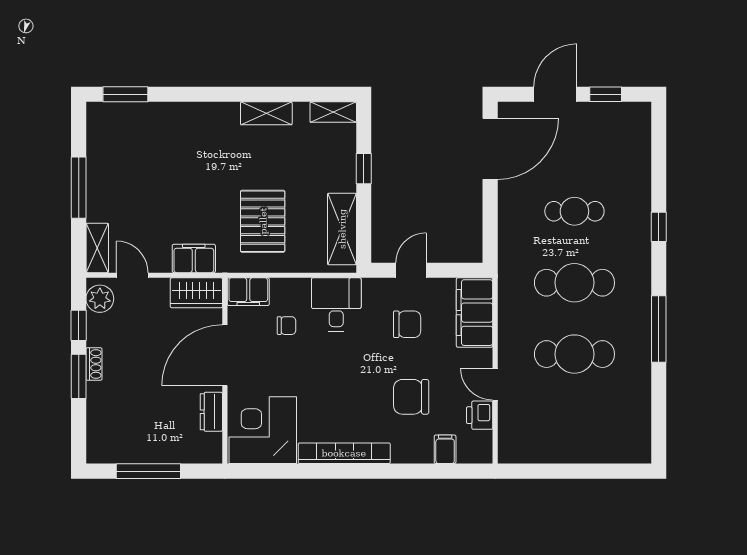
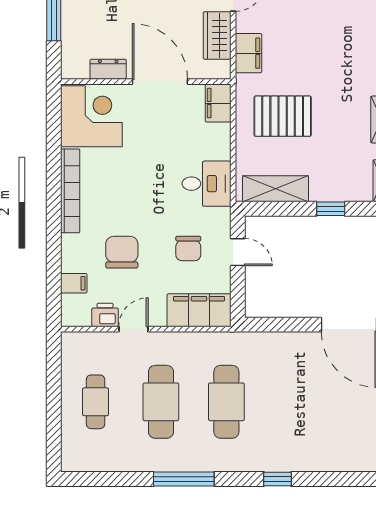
cafe table: (574, 211) -> (96, 402), moved
wardrobe: (196, 293) -> (217, 35), moved
chair: (287, 326) -> (187, 138), removed

